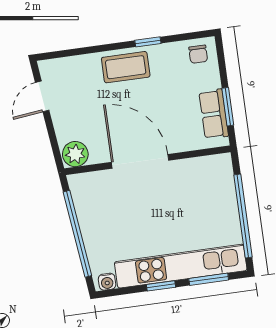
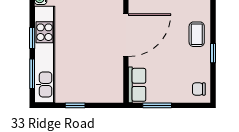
coffee table: (126, 67) -> (197, 34), width x0.73, depth x0.77
row of seats: (214, 114) -> (137, 85), moved, turned 90
window: (243, 216) -> (75, 105), width x0.32

